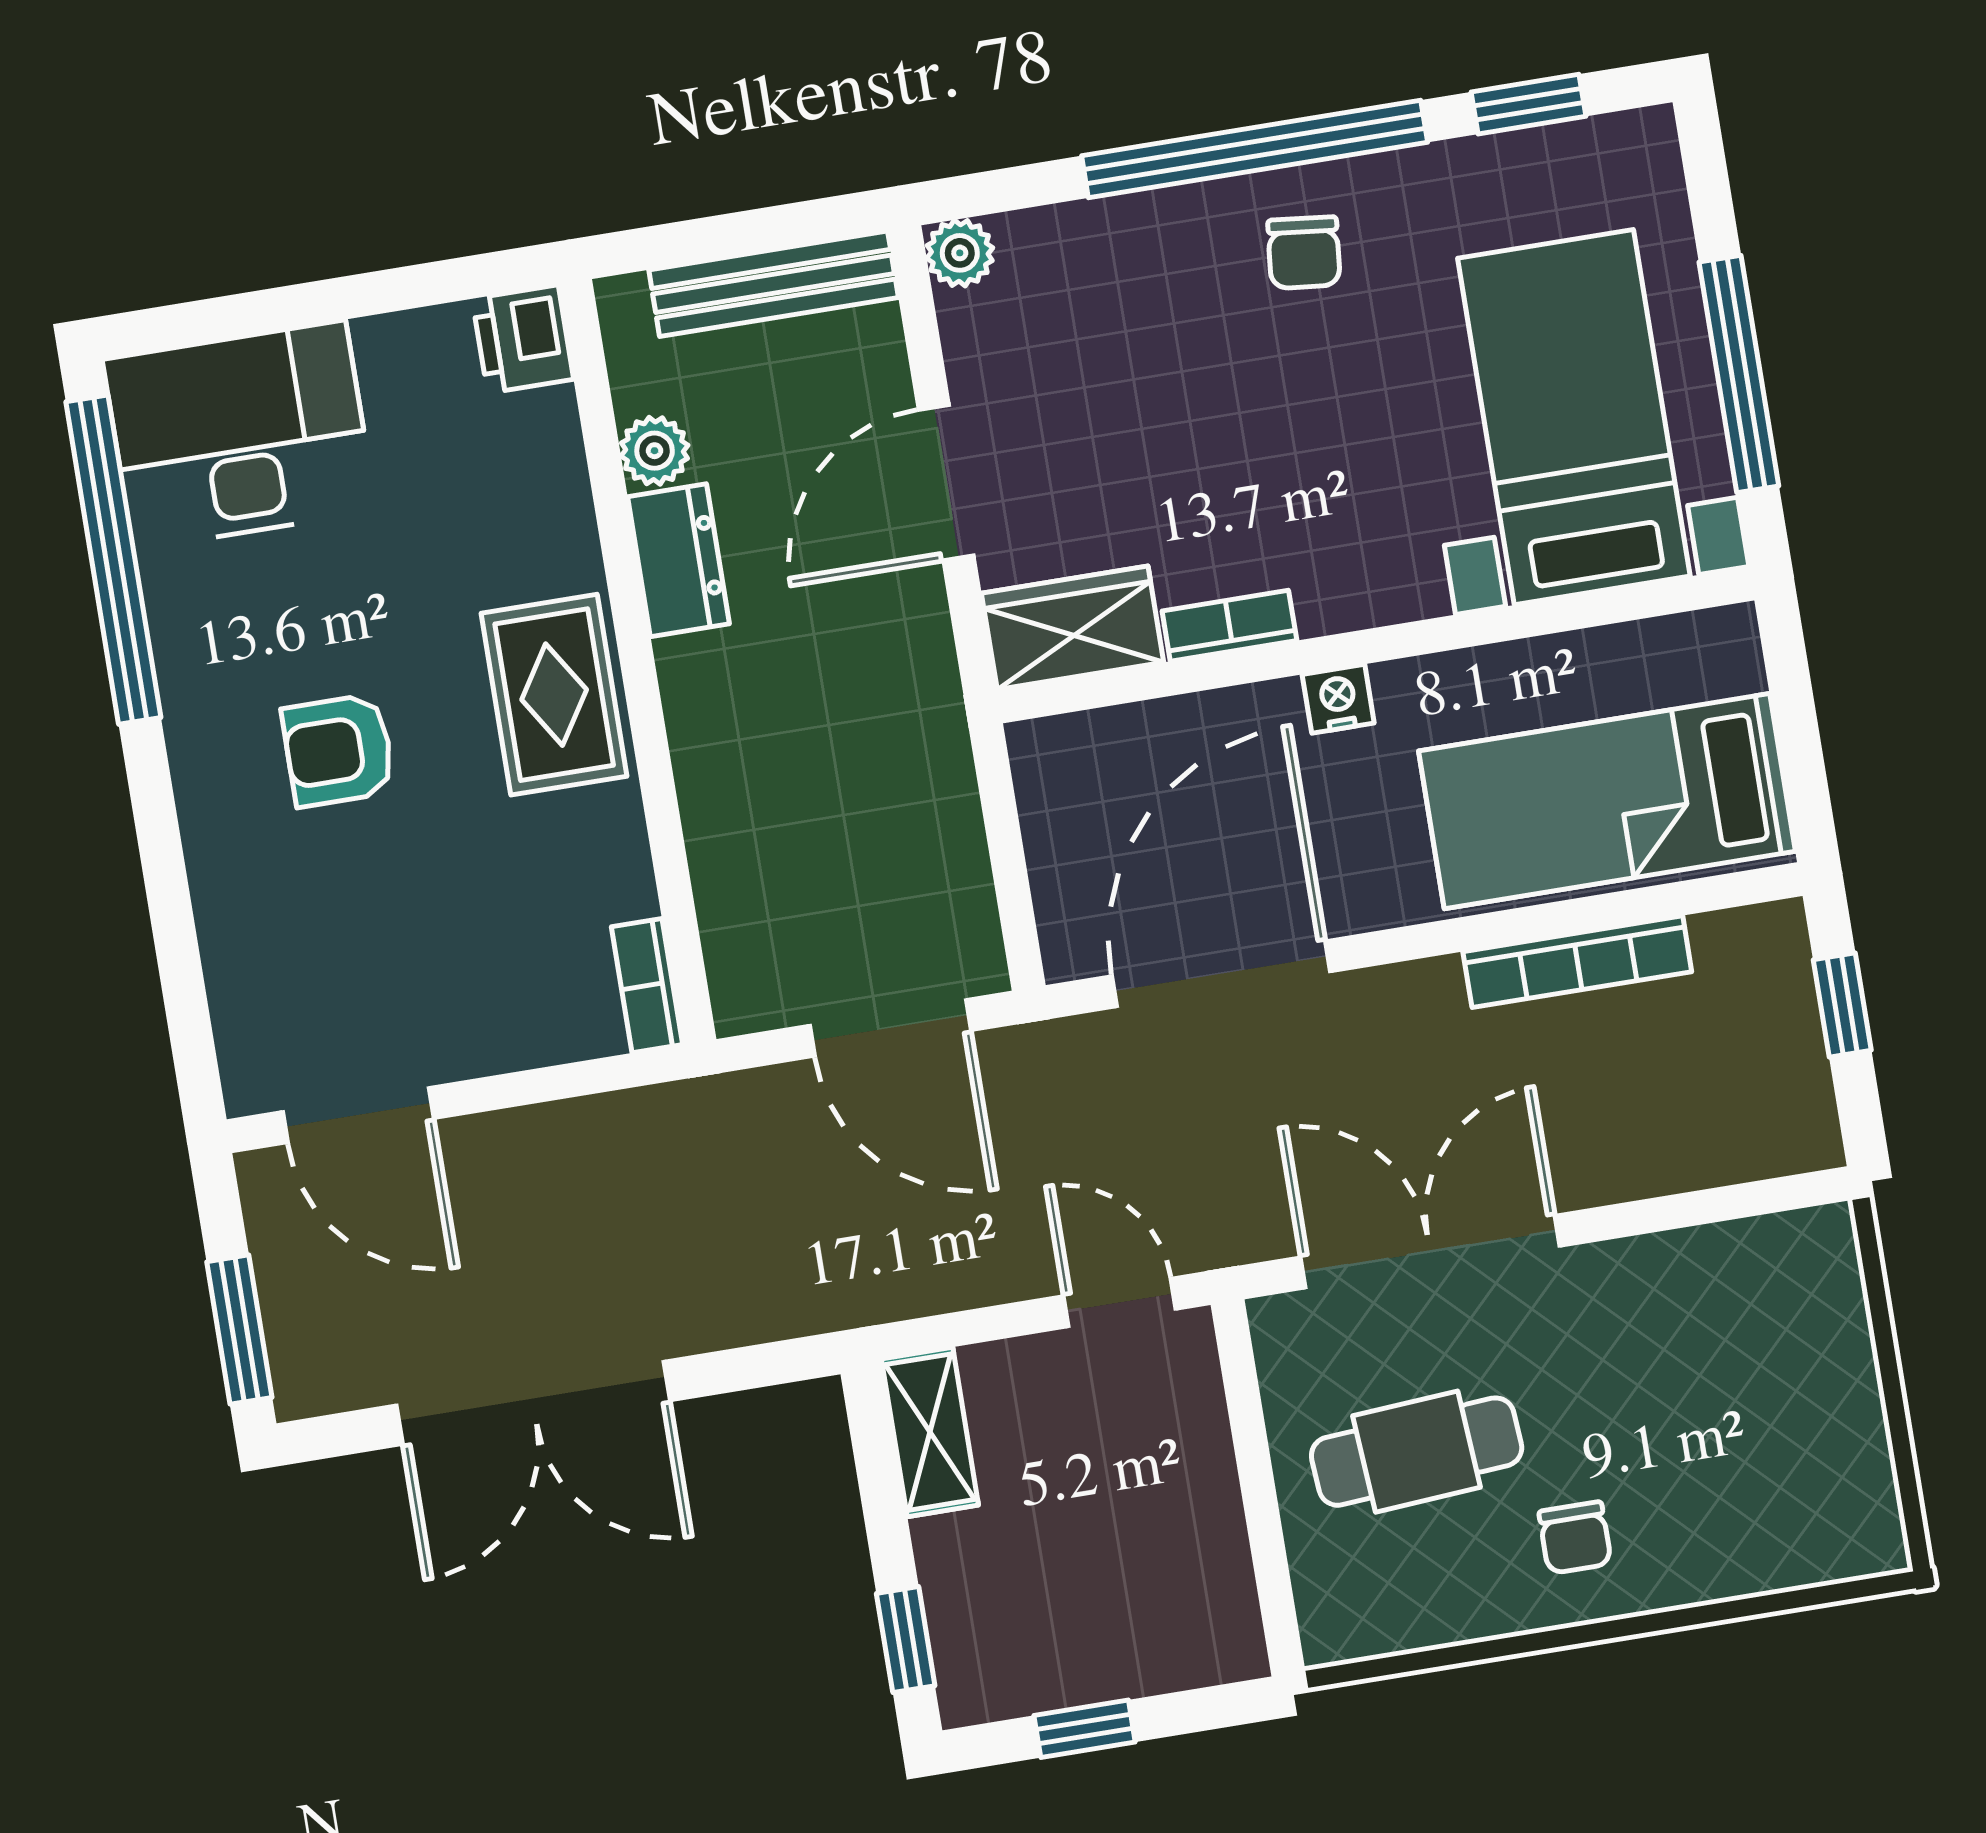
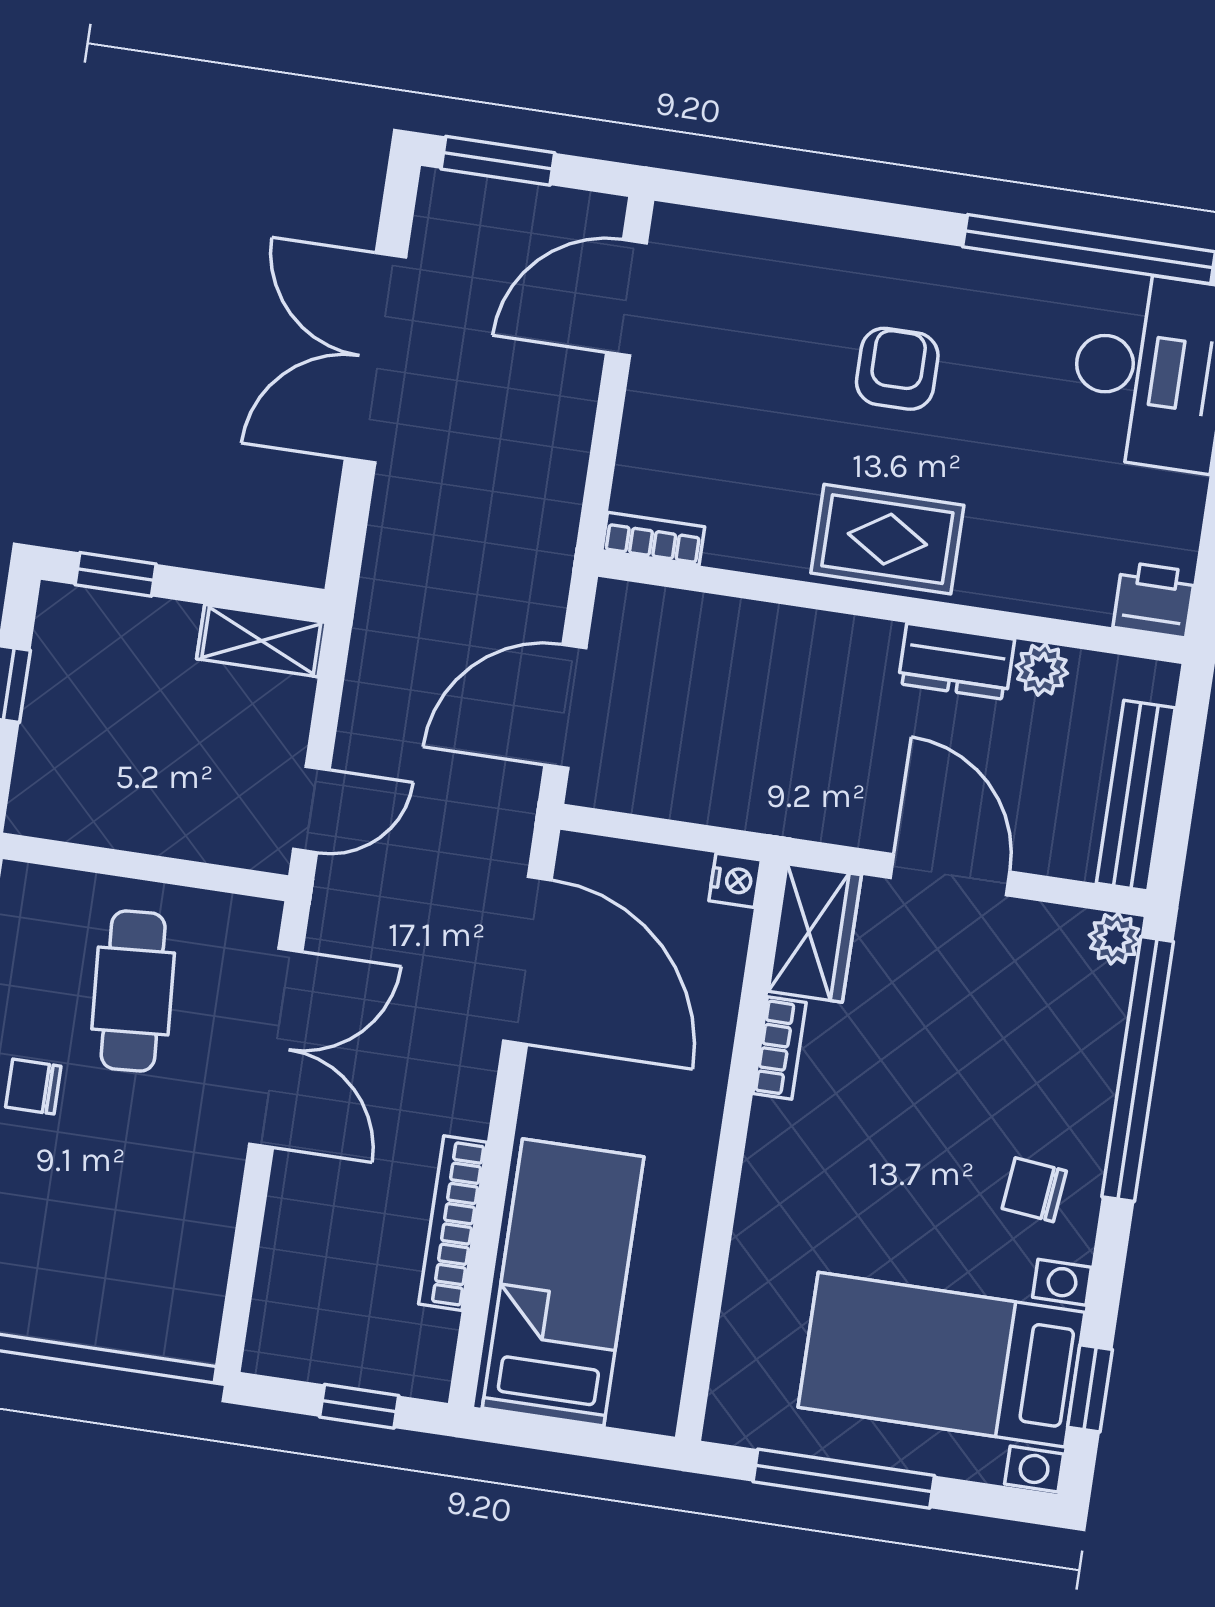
window: (1255, 149) -> (1138, 1069), moved
bed with nightstands: (1574, 417) -> (942, 1360), moved, turned 180
nightstand: (1338, 699) -> (735, 880), moved

